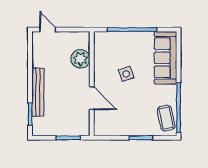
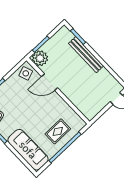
rug: (125, 49) -> (58, 131), added
plant: (80, 59) -> (40, 58), moved
side table: (126, 74) -> (26, 73), moved

